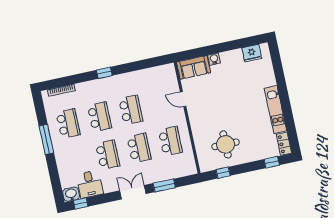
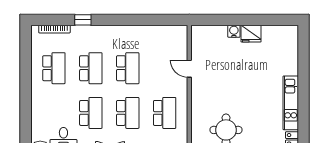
fridge: (252, 53) -> (251, 34), moved
sofa: (194, 67) -> (209, 35), removed
window: (104, 73) -> (83, 20), moved
window: (46, 139) -> (26, 81), removed

